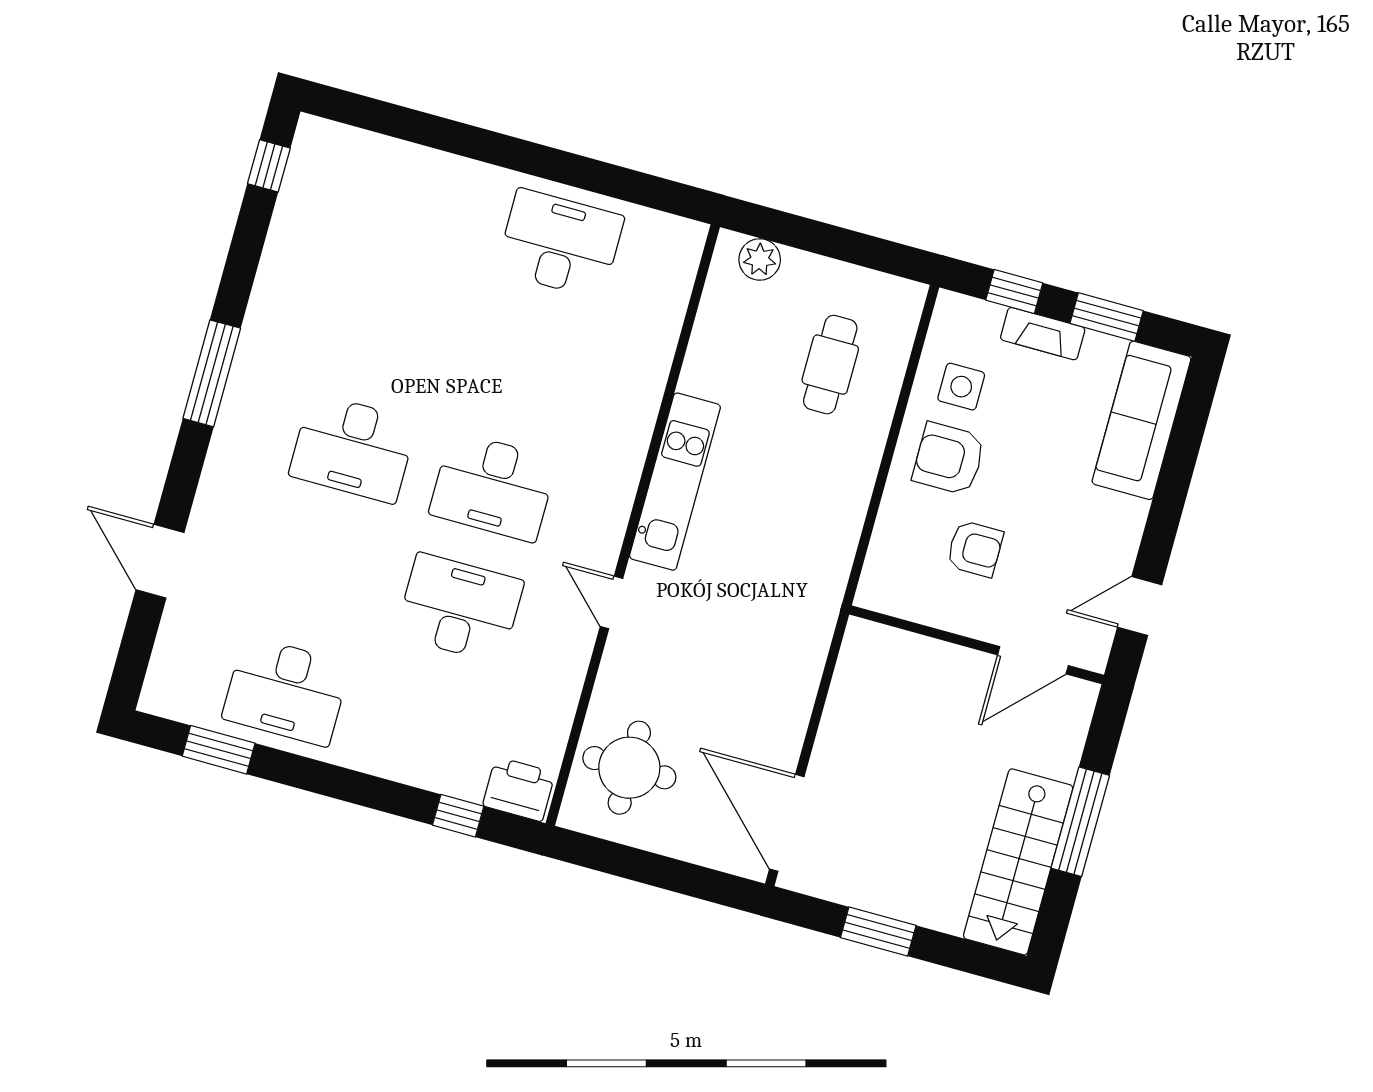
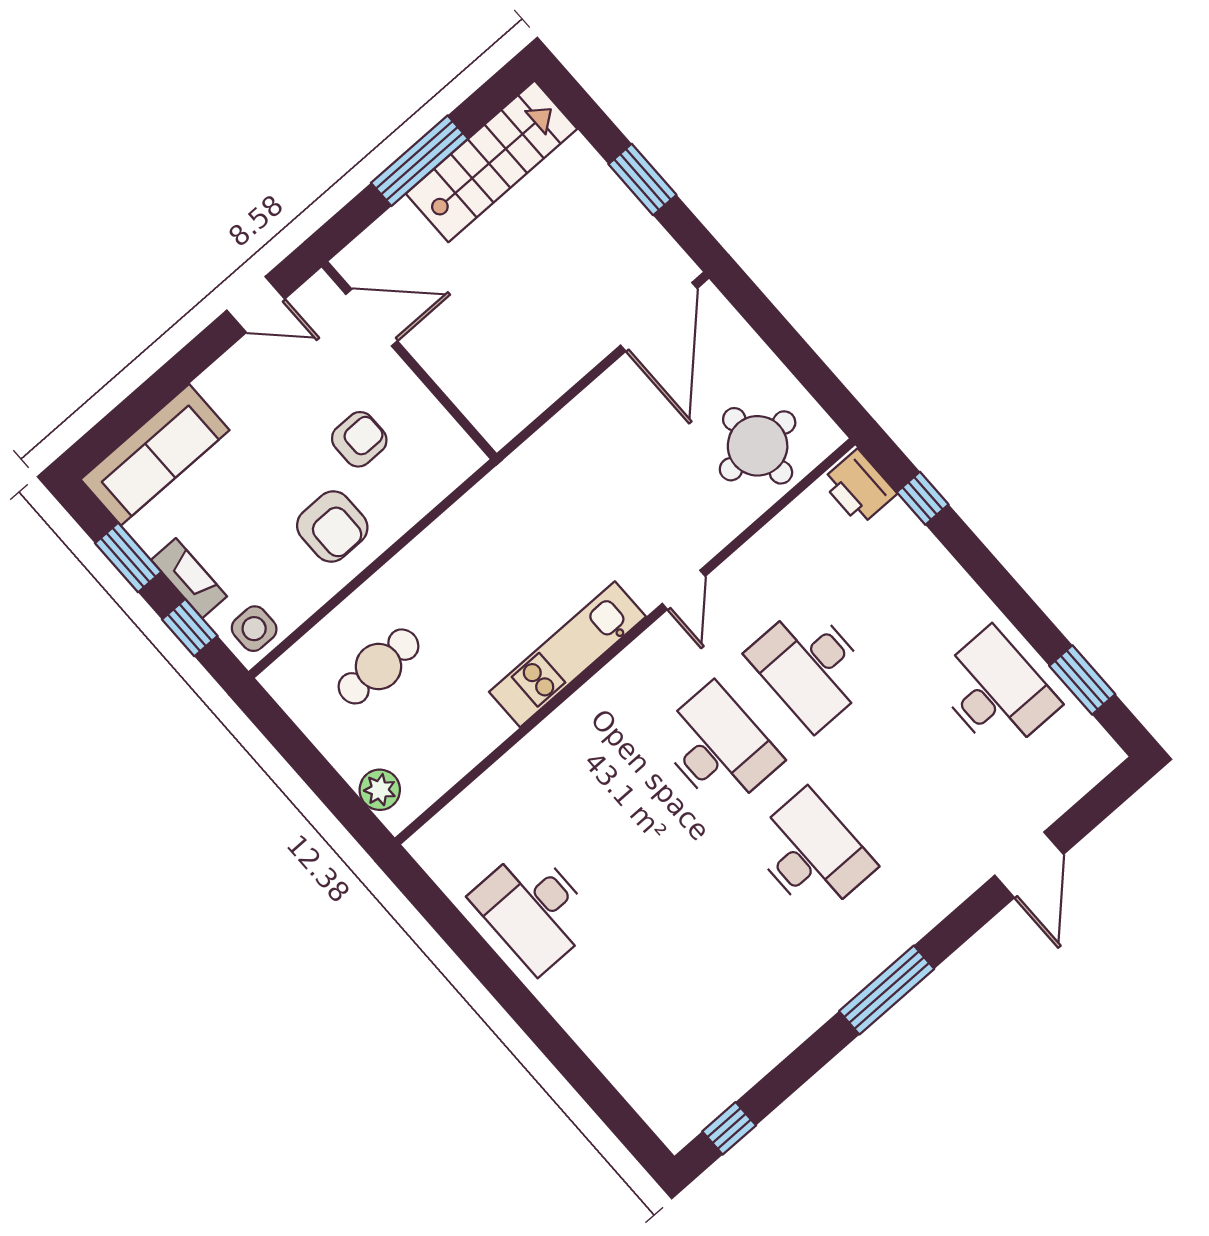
side table: (961, 387) -> (254, 629), moved
armchair: (975, 549) -> (359, 439), turned 90

